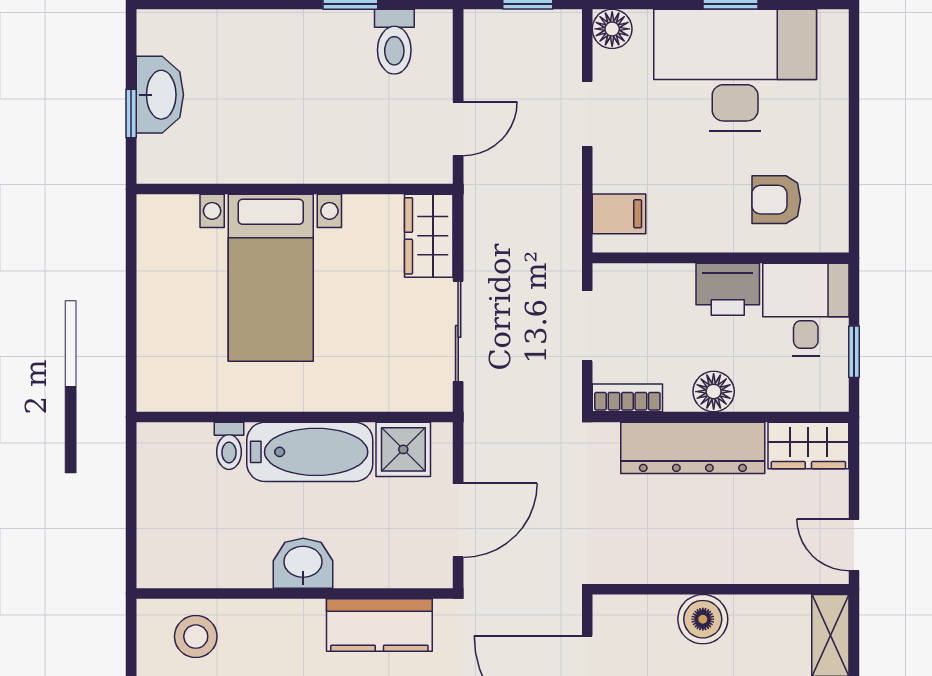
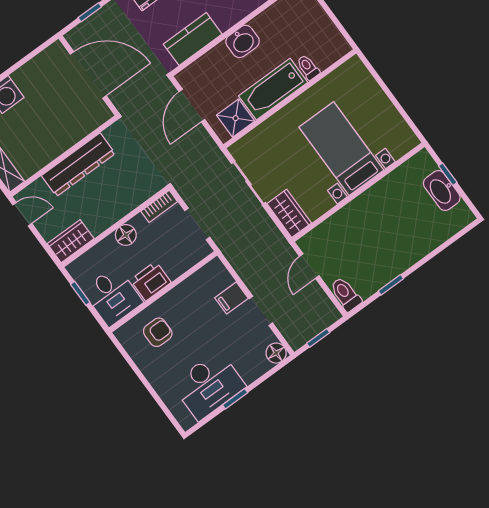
toilet: (394, 42) -> (346, 294), moved
desk: (735, 70) -> (209, 385), width x0.73, depth x0.77
filing cabinet: (619, 214) -> (232, 298), moved
dresser: (693, 448) -> (78, 165), moved, turned 180
boiler: (703, 619) -> (62, 138), removed

